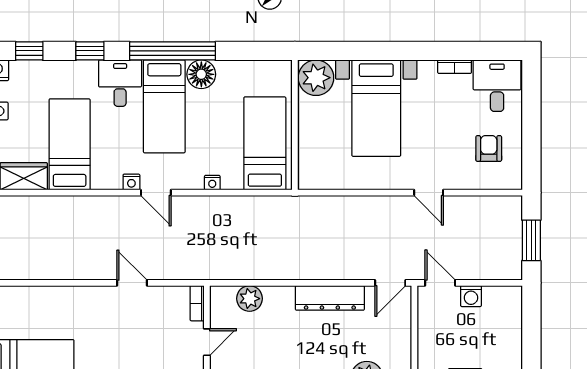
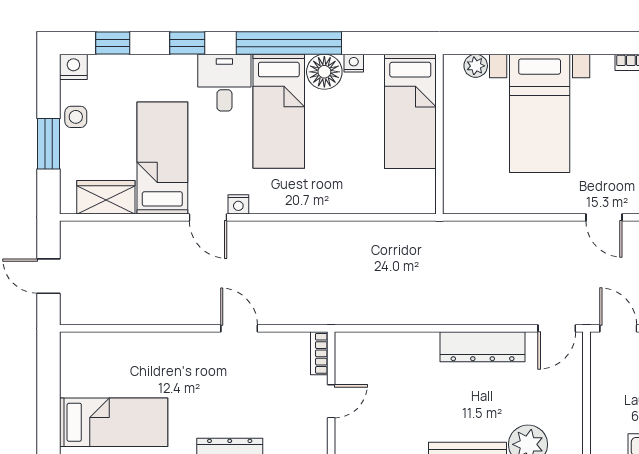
plant: (316, 78) -> (476, 66), width x0.53, depth x0.53
bed: (265, 143) -> (410, 111), moved, turned 180
nightstand: (212, 183) -> (354, 63), moved, turned 180
door: (156, 193) -> (208, 217), moved
plant: (250, 299) -> (384, 348), removed

